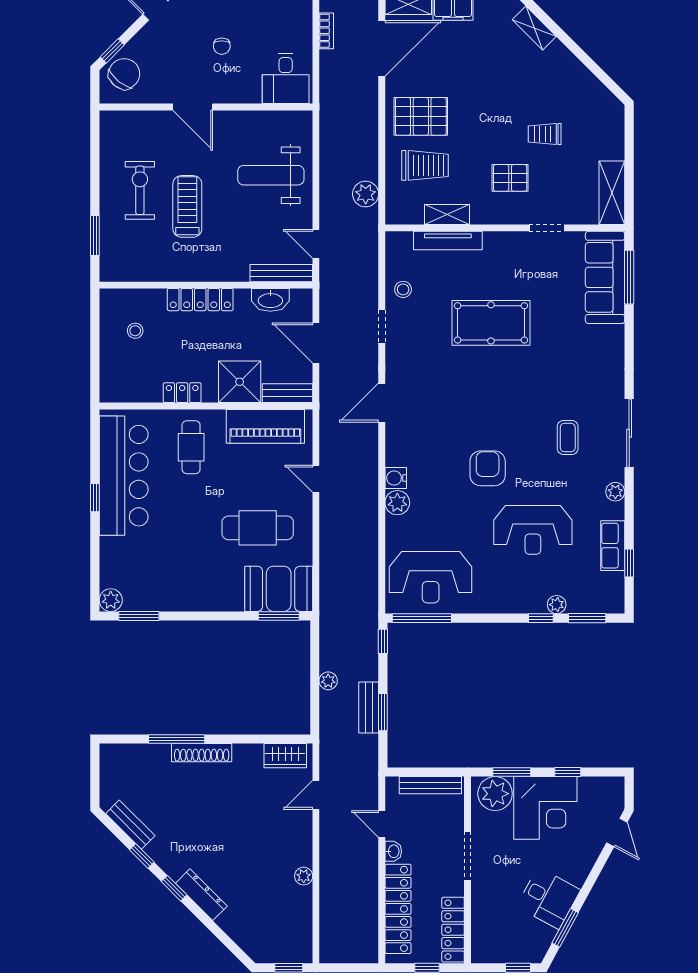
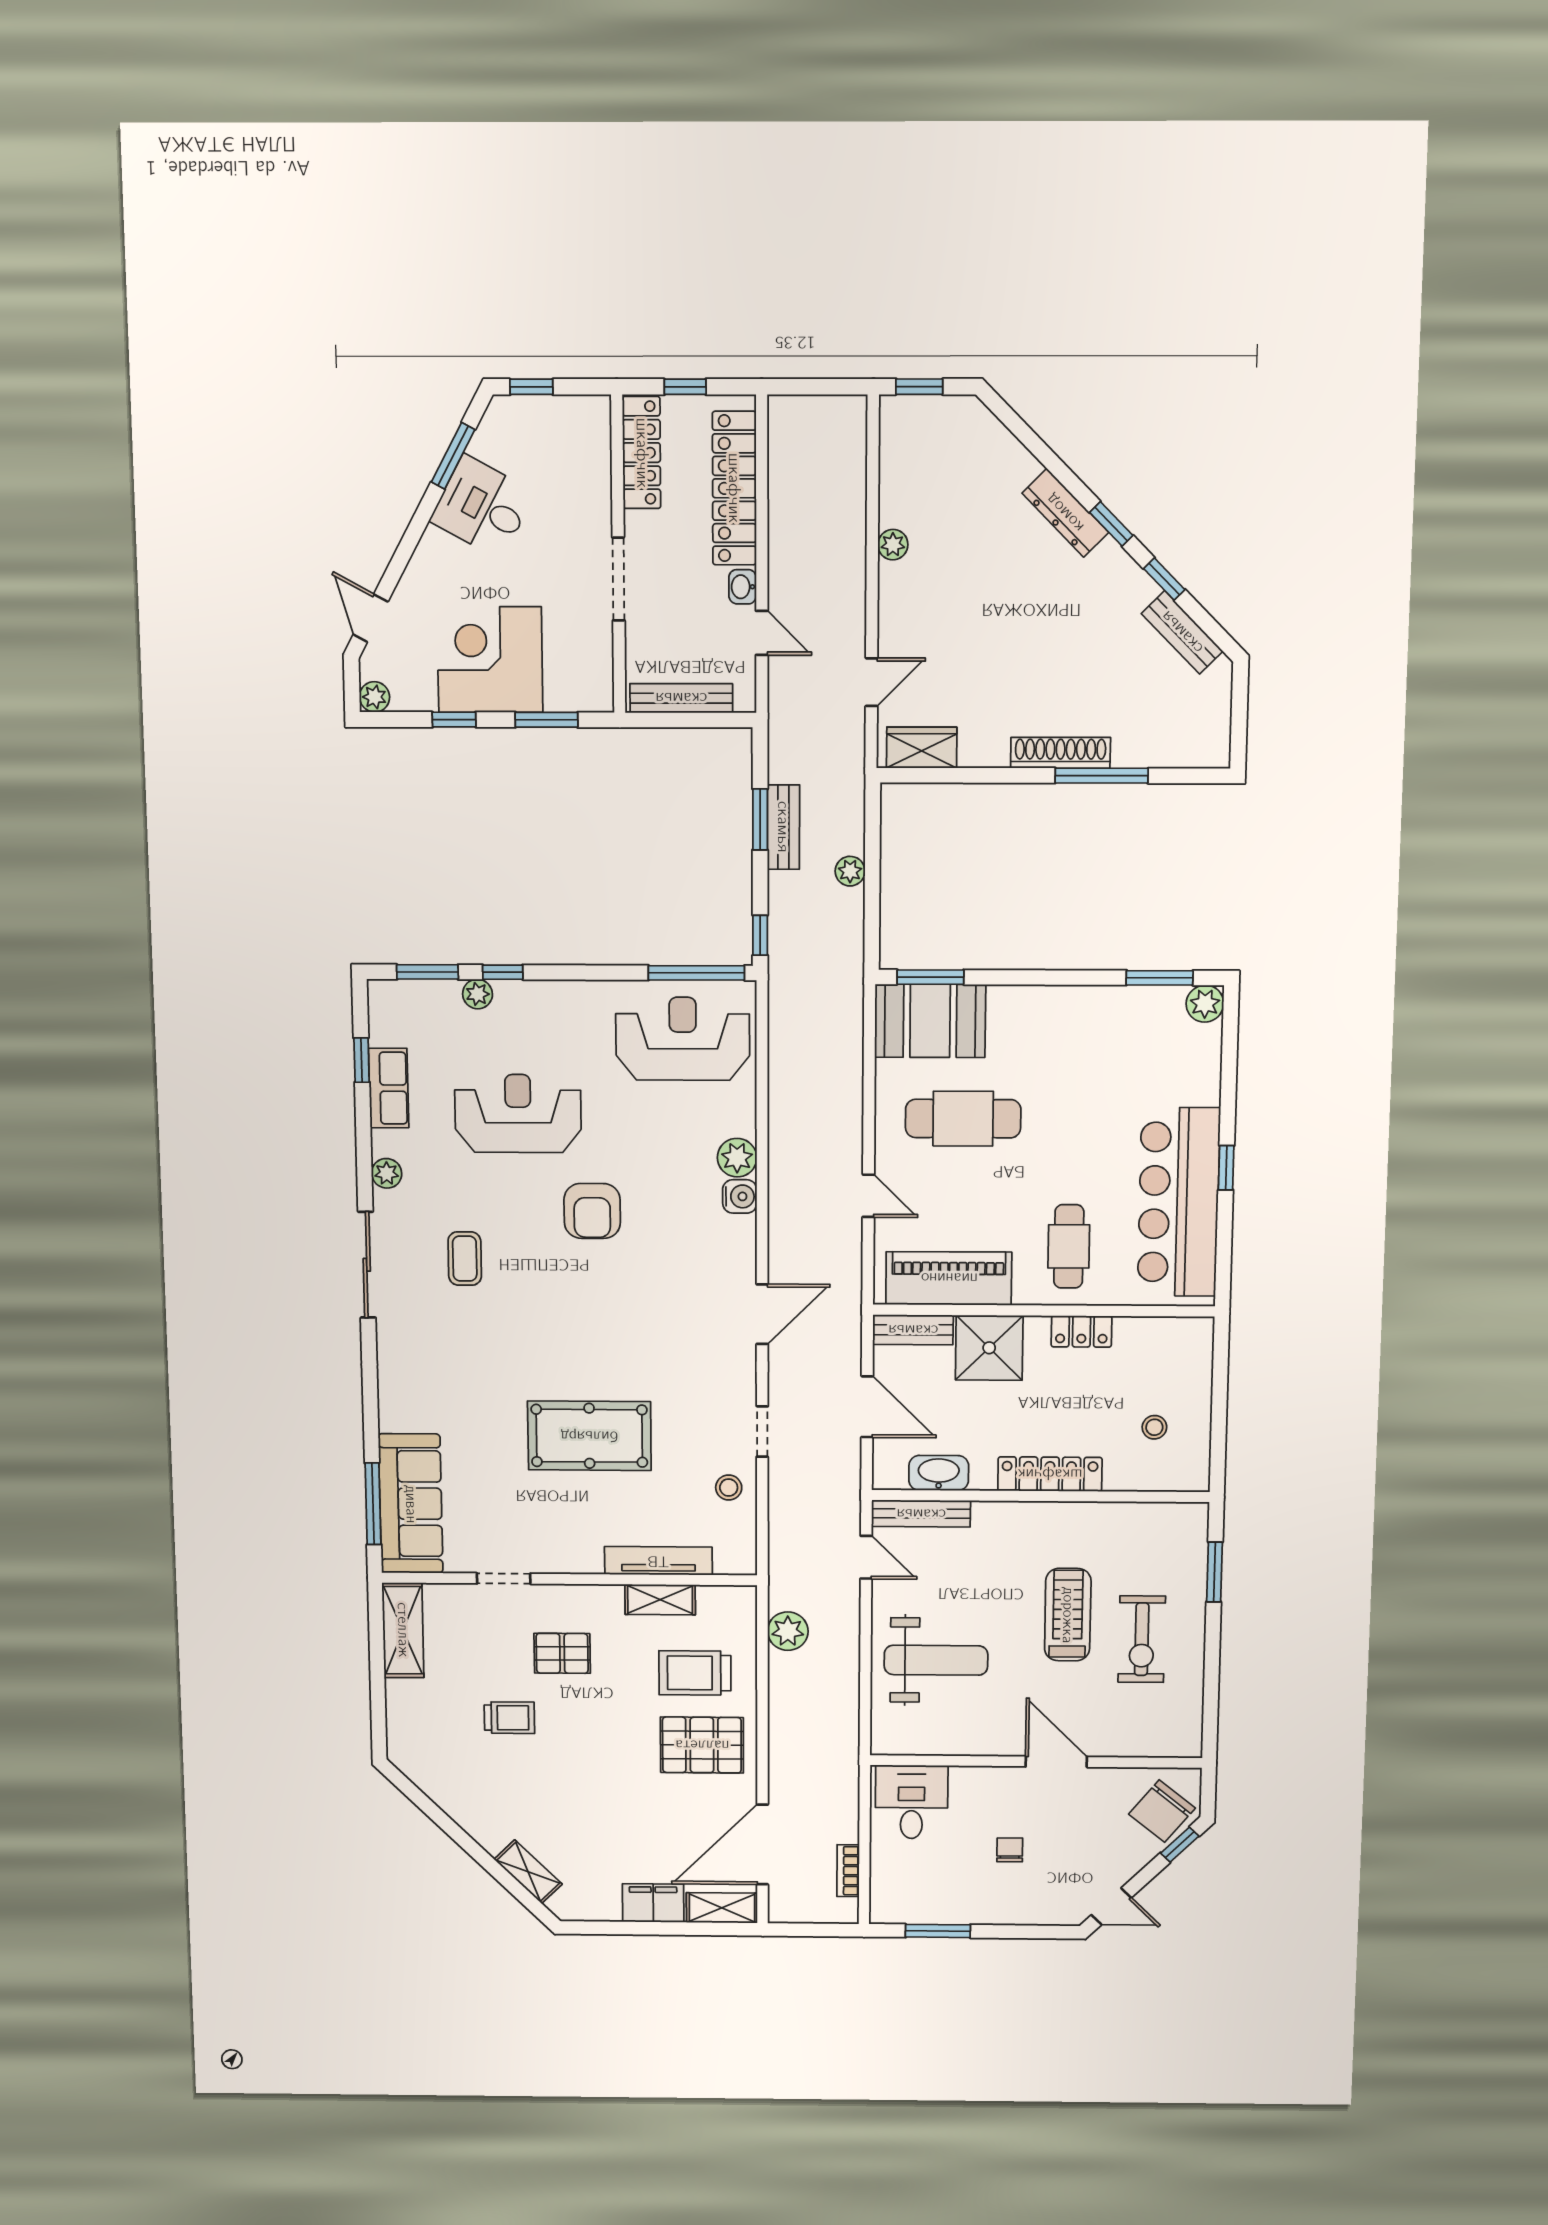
treadmill: (187, 206) -> (1068, 1615), turned 180
plant: (495, 794) -> (375, 697), moved, width x0.53, depth x0.53

